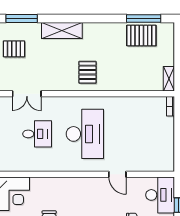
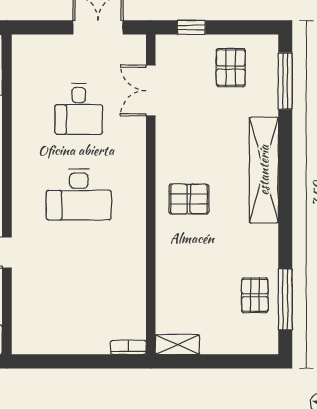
shelving: (62, 30) -> (264, 170), width x1.47
pallet: (141, 35) -> (255, 295), width x0.67, depth x0.71
desk: (85, 134) -> (79, 194), width x0.73, depth x0.77

